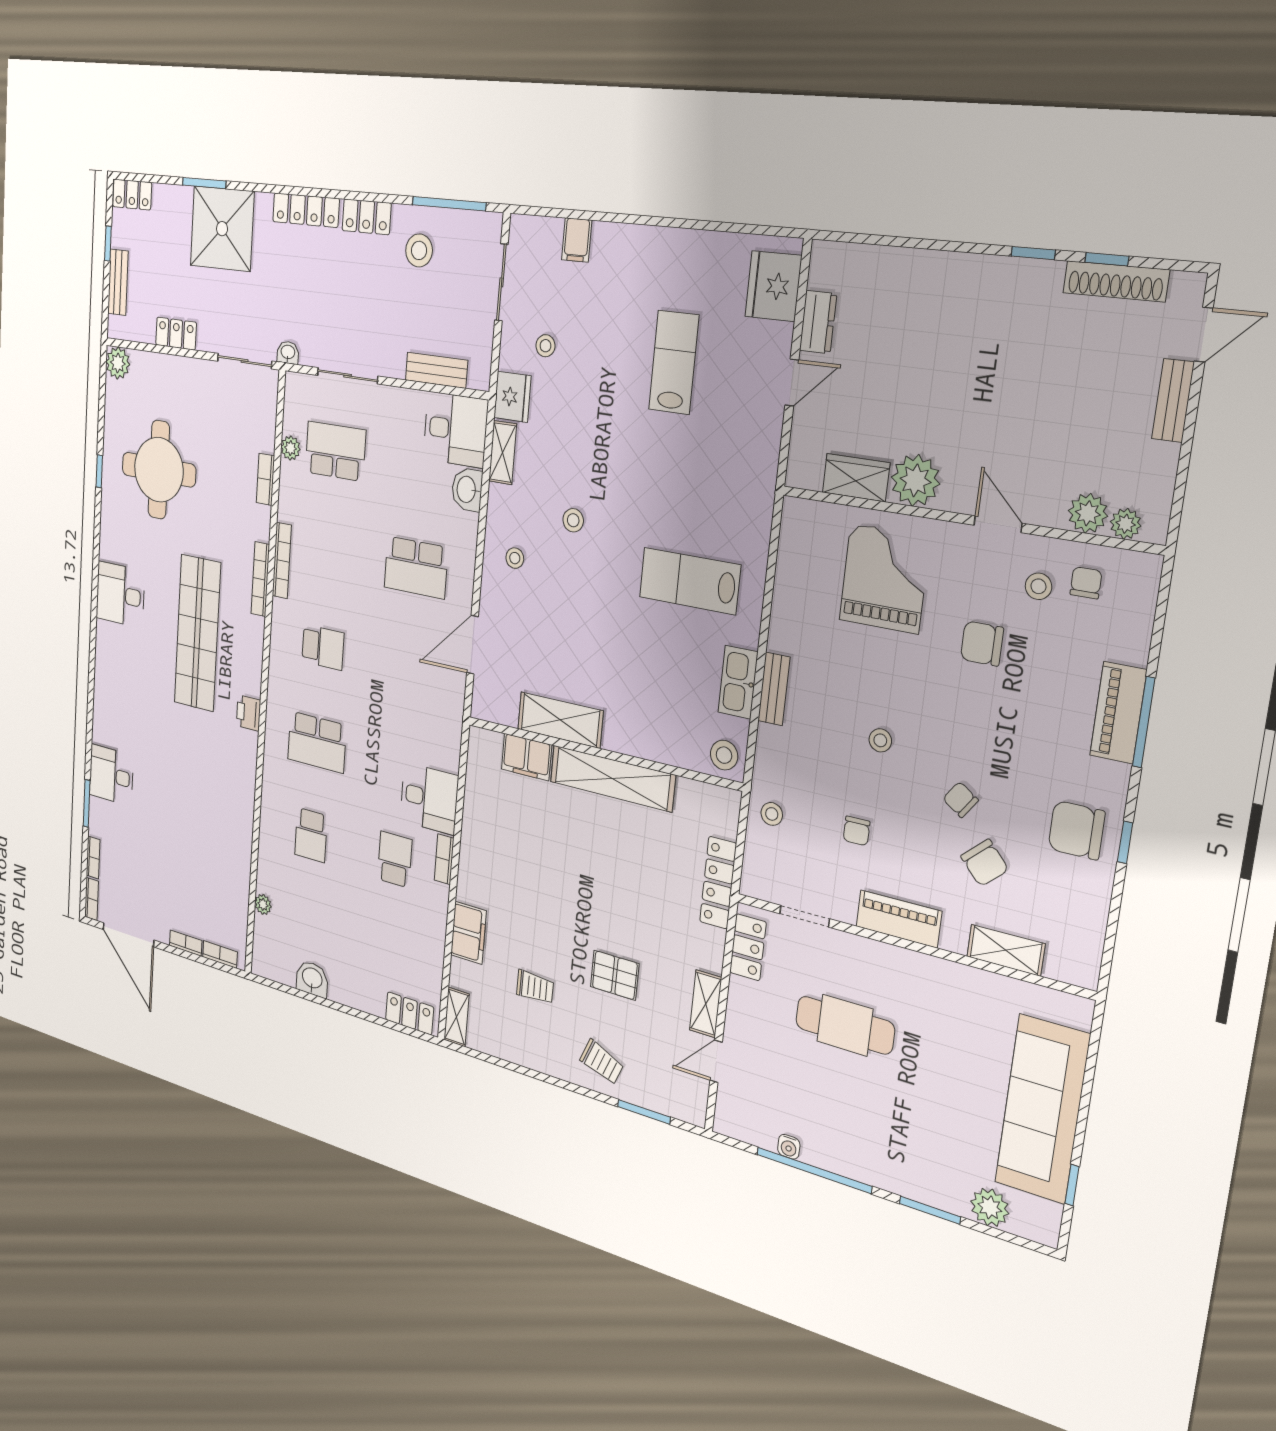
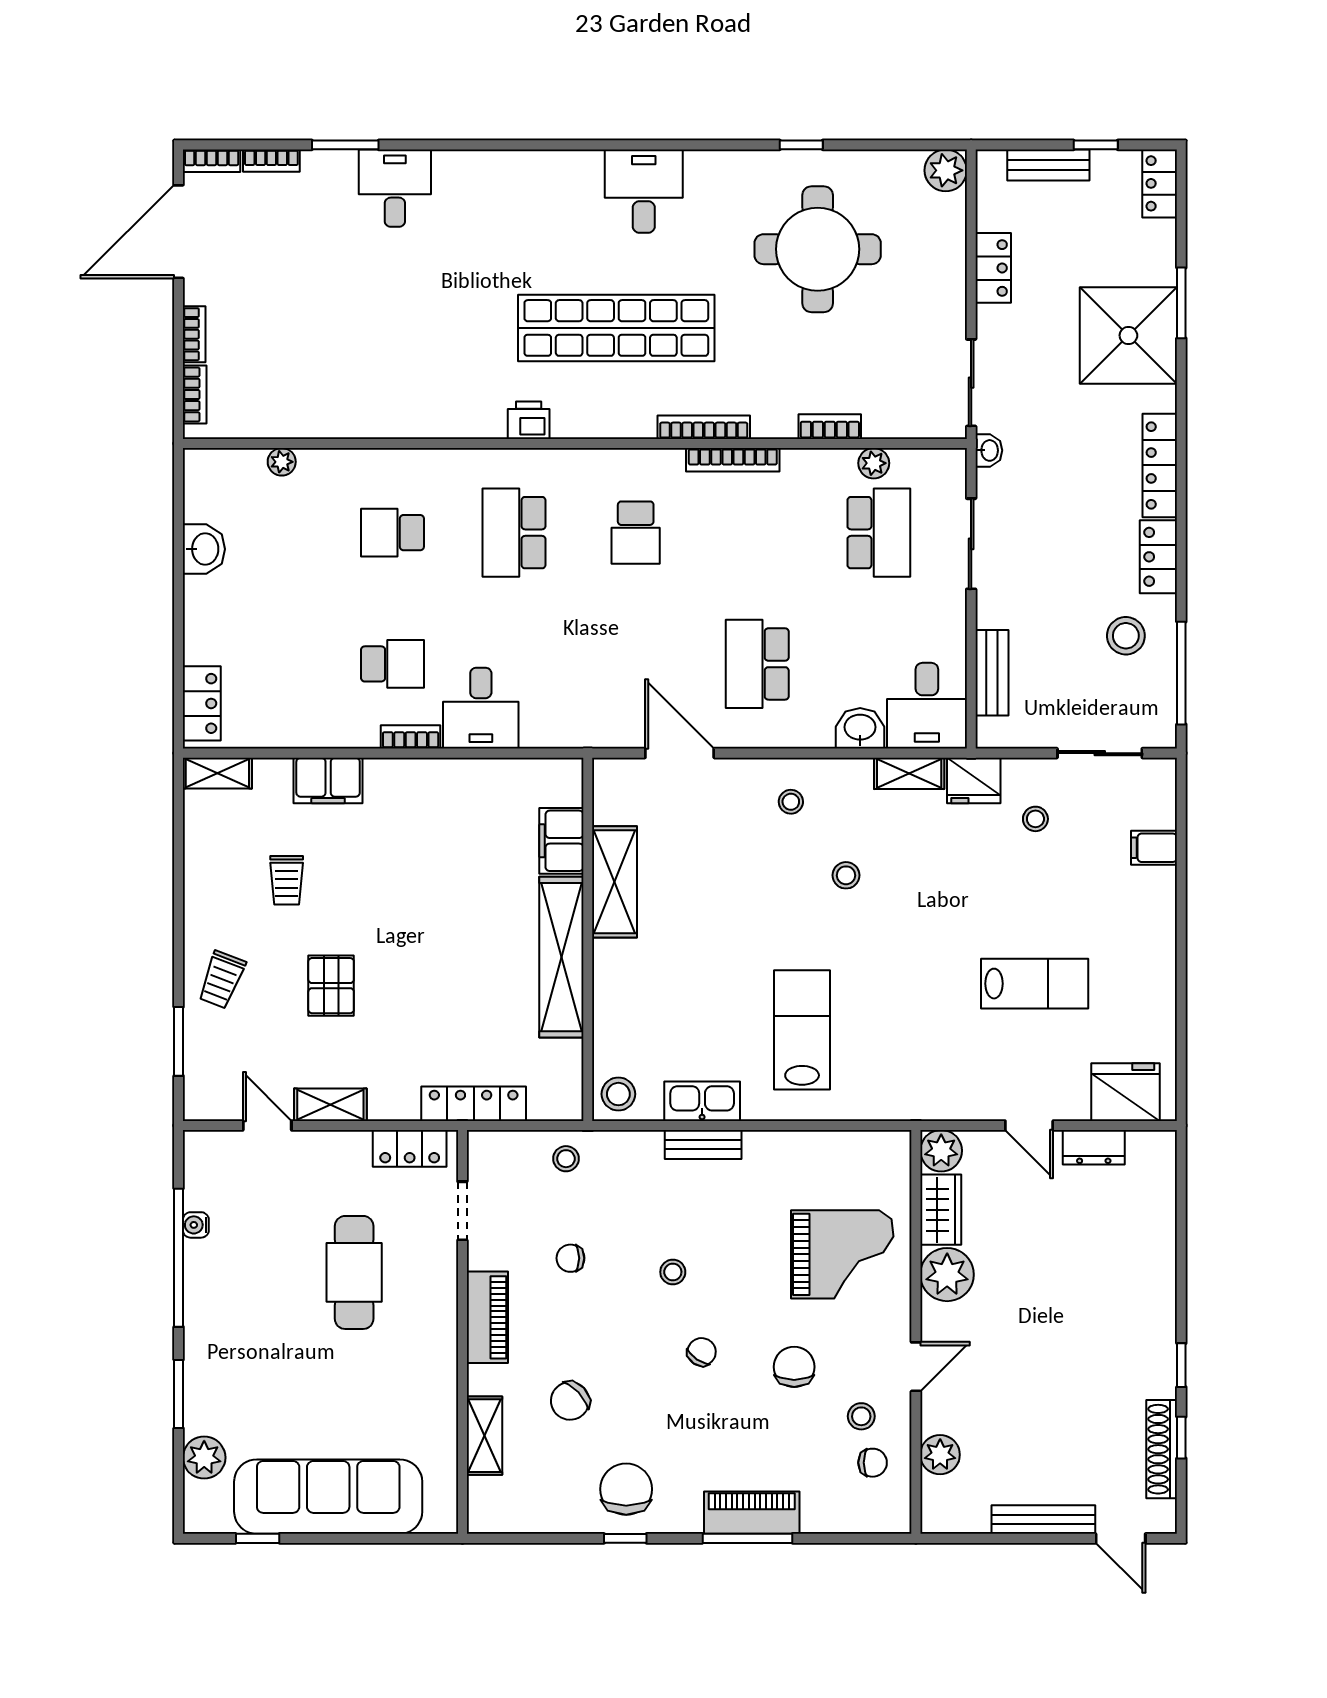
bench: (1173, 400) -> (1043, 1519), width x1.36
plant: (1126, 524) -> (941, 1151), moved, width x1.38, depth x1.38
chair: (961, 800) -> (702, 1352), moved

